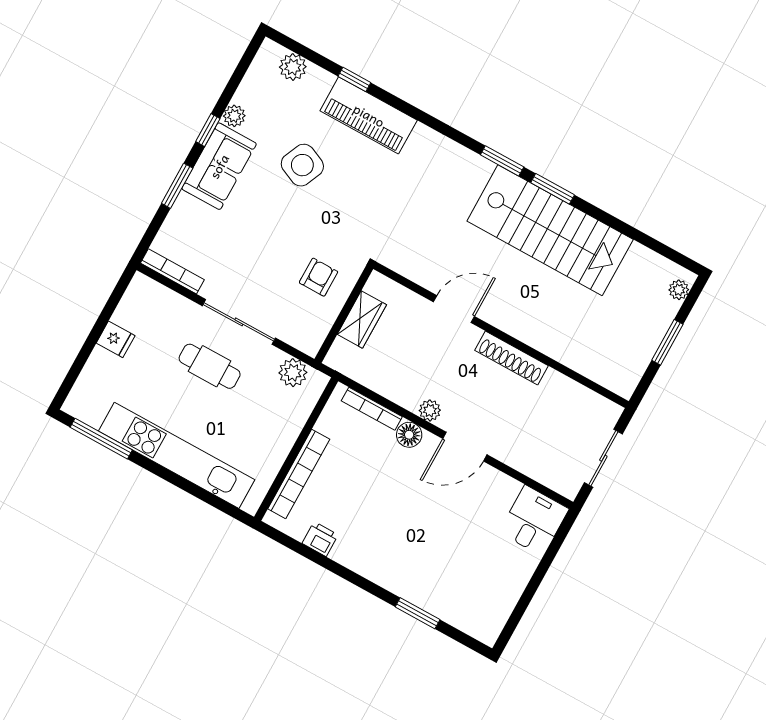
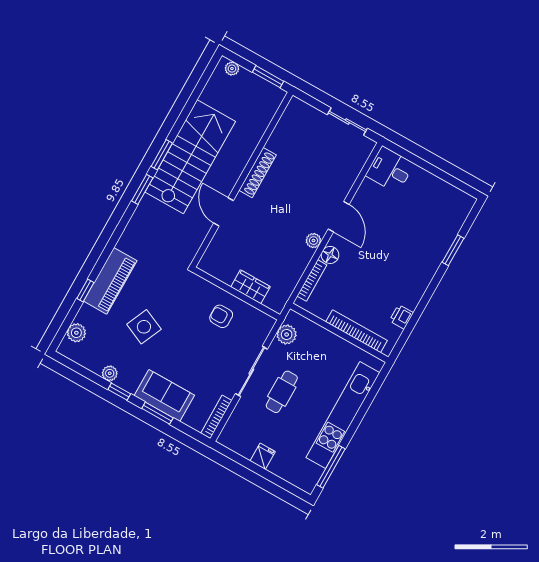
sofa: (219, 166) -> (164, 395), moved
door: (454, 309) -> (224, 212), moved
wall: (501, 335) -> (242, 180), moved
shoe rack: (511, 358) -> (258, 173), moved

